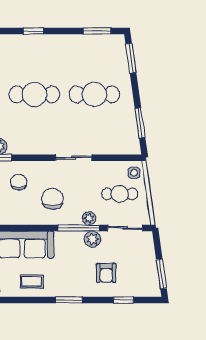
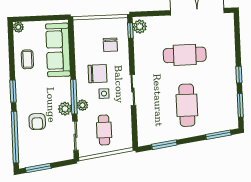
window: (33, 31) -> (239, 75), moved
cafe table: (34, 94) -> (185, 55), turned 90
side table: (134, 173) -> (104, 94), moved
chair: (19, 182) -> (110, 45), turned 90
armchair: (106, 273) -> (37, 122), turned -90
window: (124, 300) -> (15, 137), width x3.17

